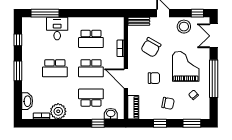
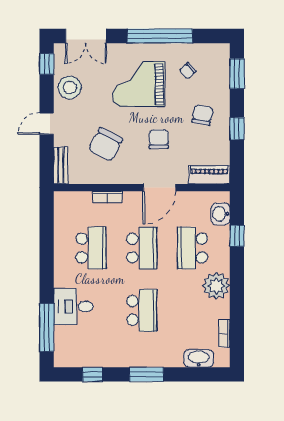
chair: (151, 47) -> (106, 144), turned 88
plant: (58, 111) -> (216, 286), moved

